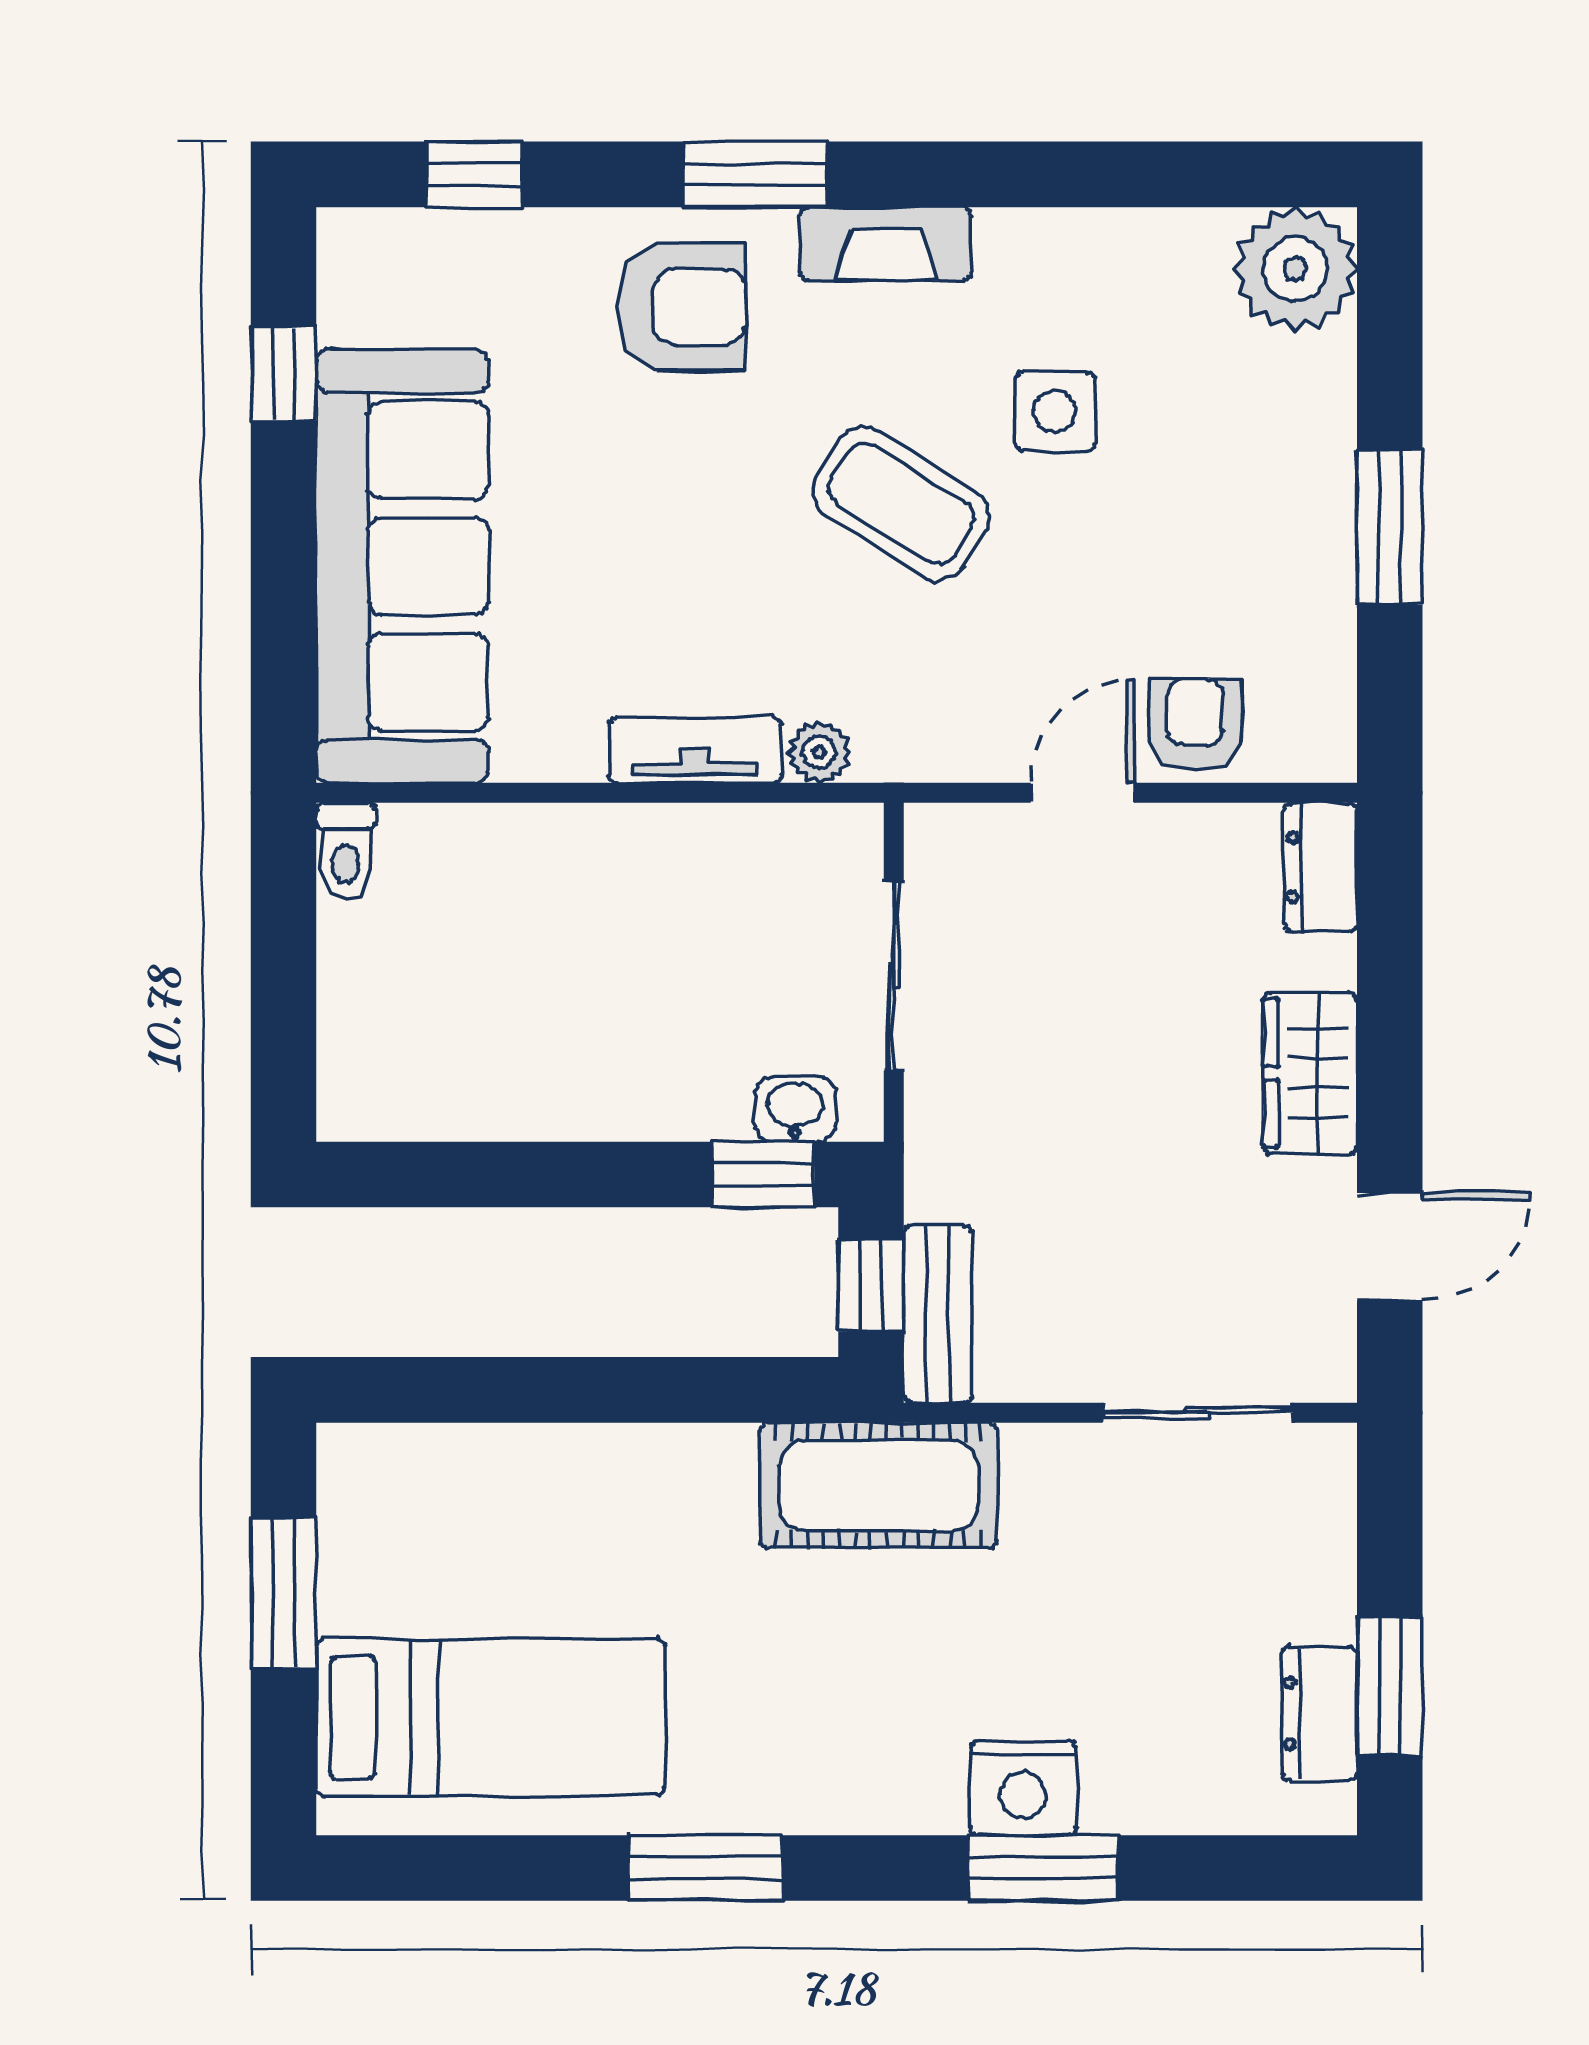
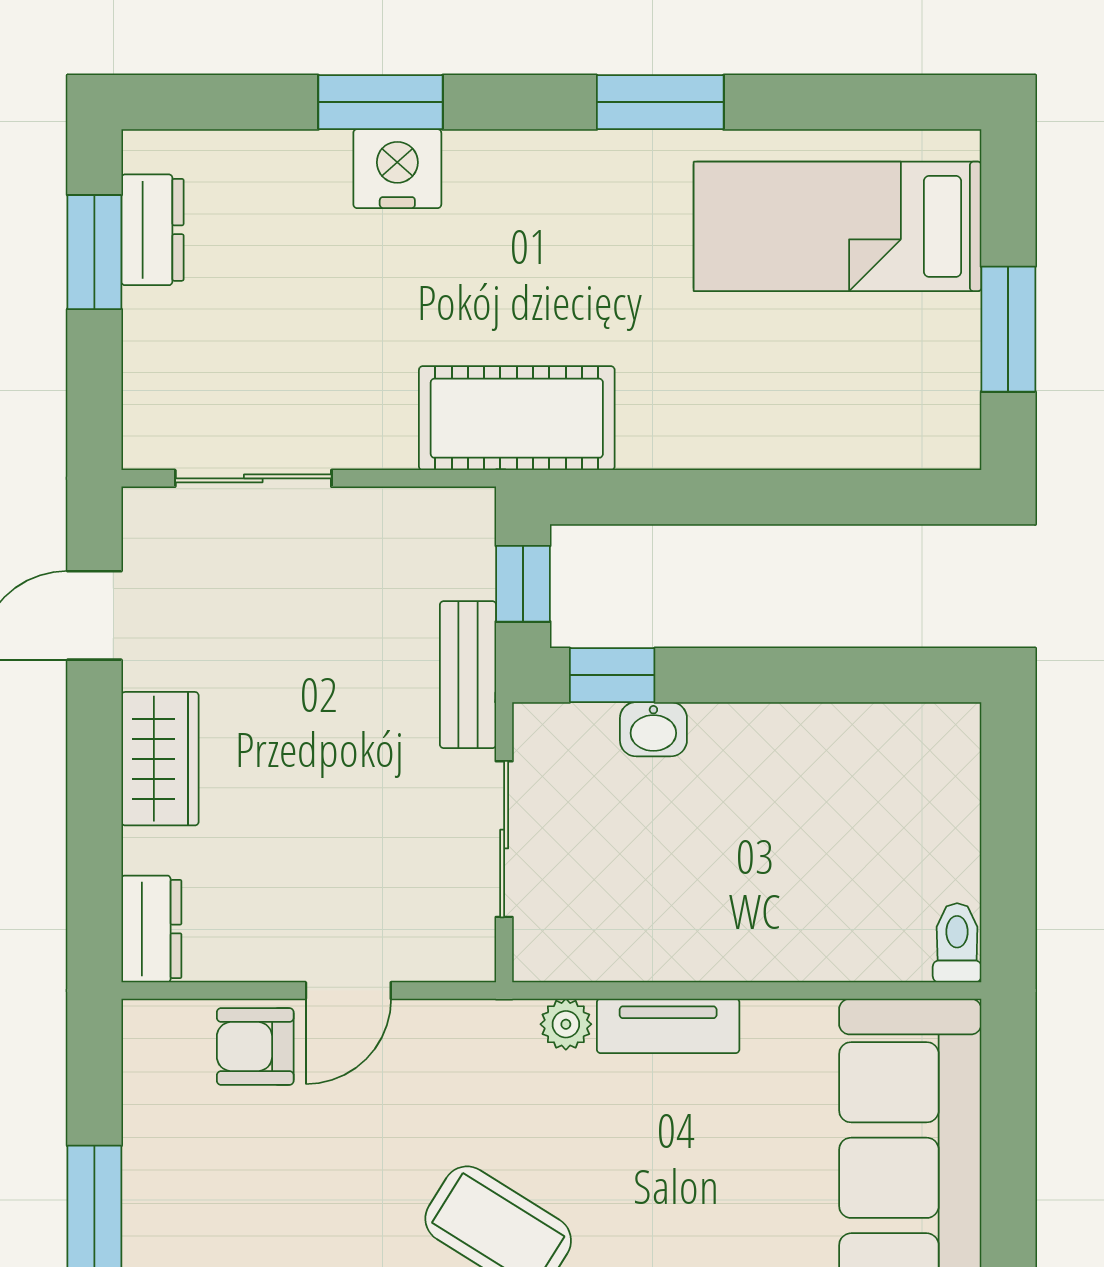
armchair: (1195, 725) -> (255, 1047), turned 90
washbasin: (795, 1109) -> (653, 729), moved
bench: (938, 1314) -> (468, 675), moved

